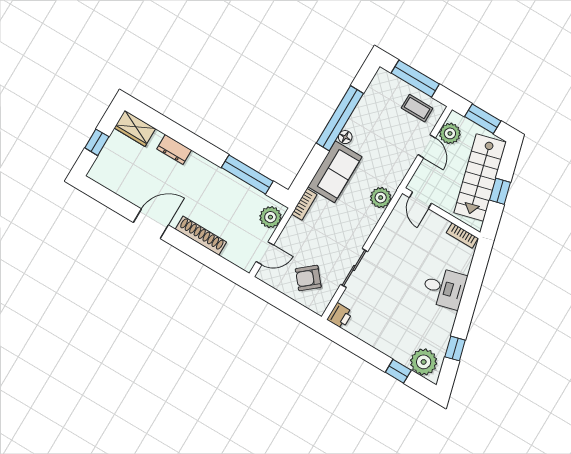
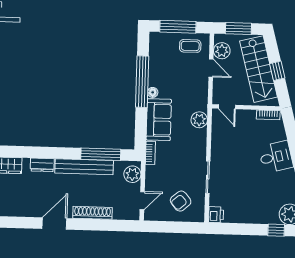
bench: (220, 178) -> (84, 167), added

